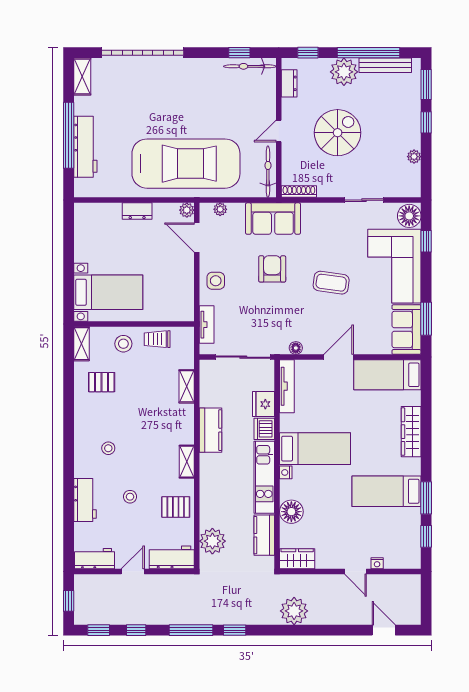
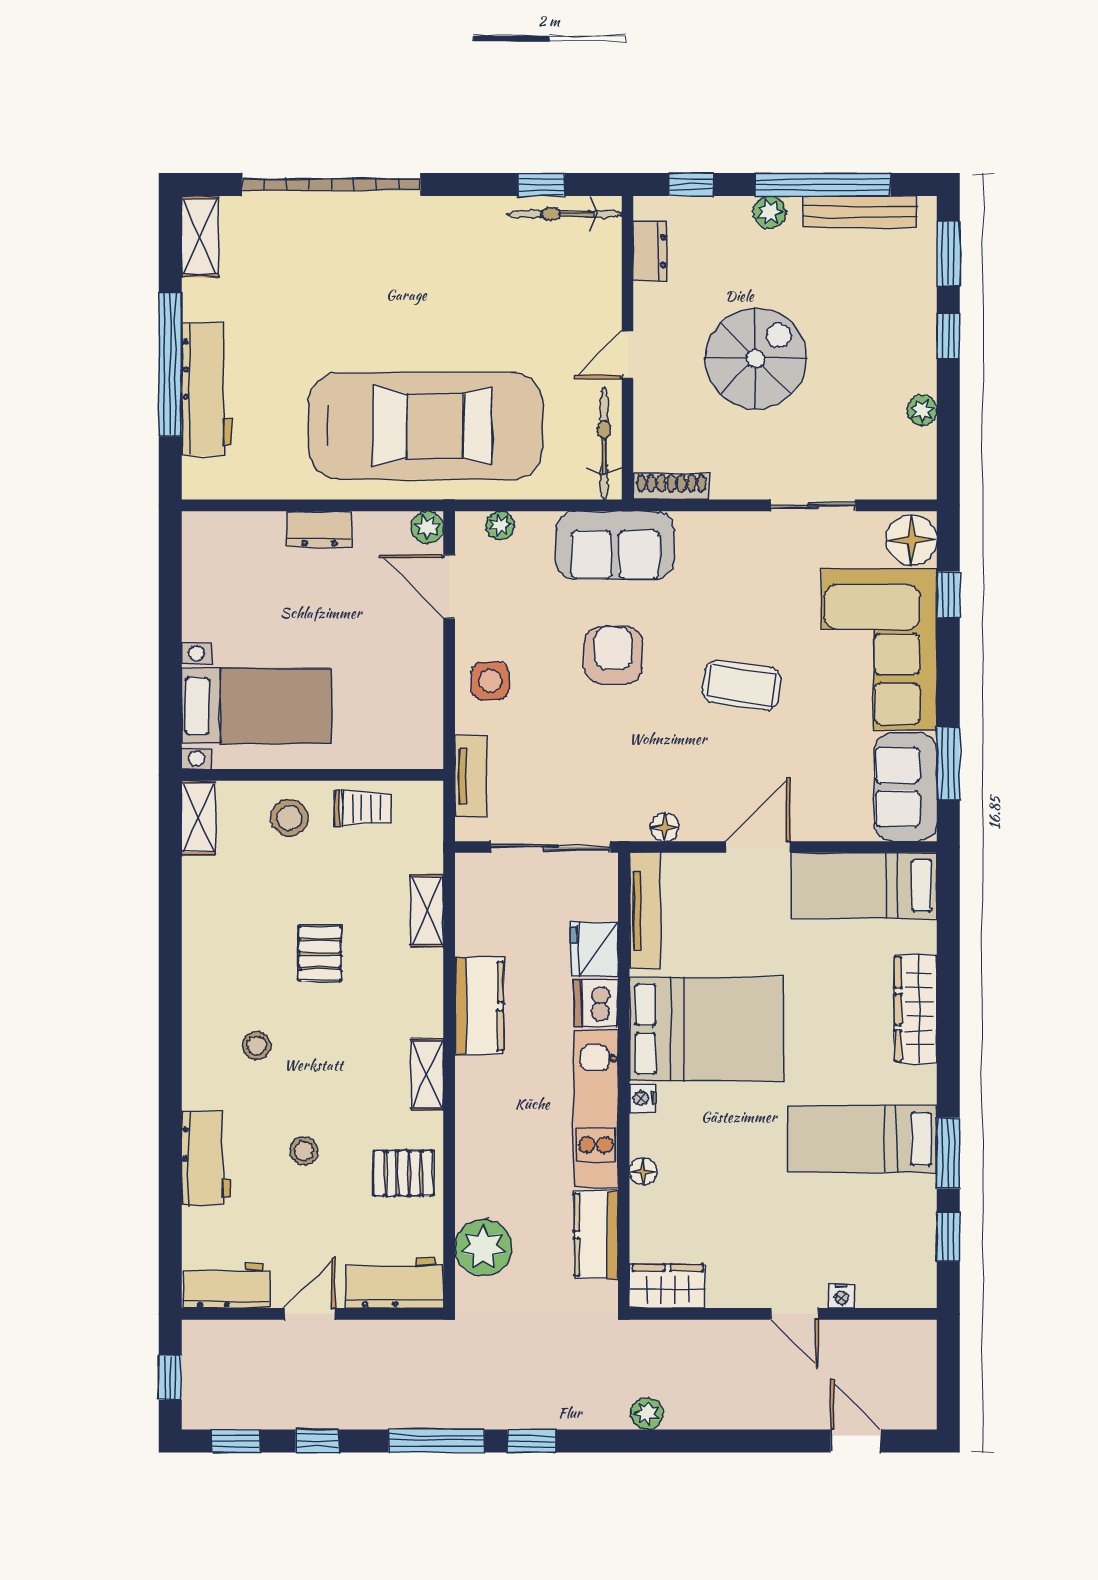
plant: (344, 72) -> (770, 212), width x0.53, depth x0.53
trolley: (157, 339) -> (363, 808), turned 180
pallet: (102, 382) -> (320, 954), moved, turned 90
bed: (315, 449) -> (706, 1029), width x1.50
floor lamp: (291, 512) -> (643, 1171), width x0.53, depth x0.53
plant: (294, 611) -> (647, 1414), width x0.53, depth x0.53

